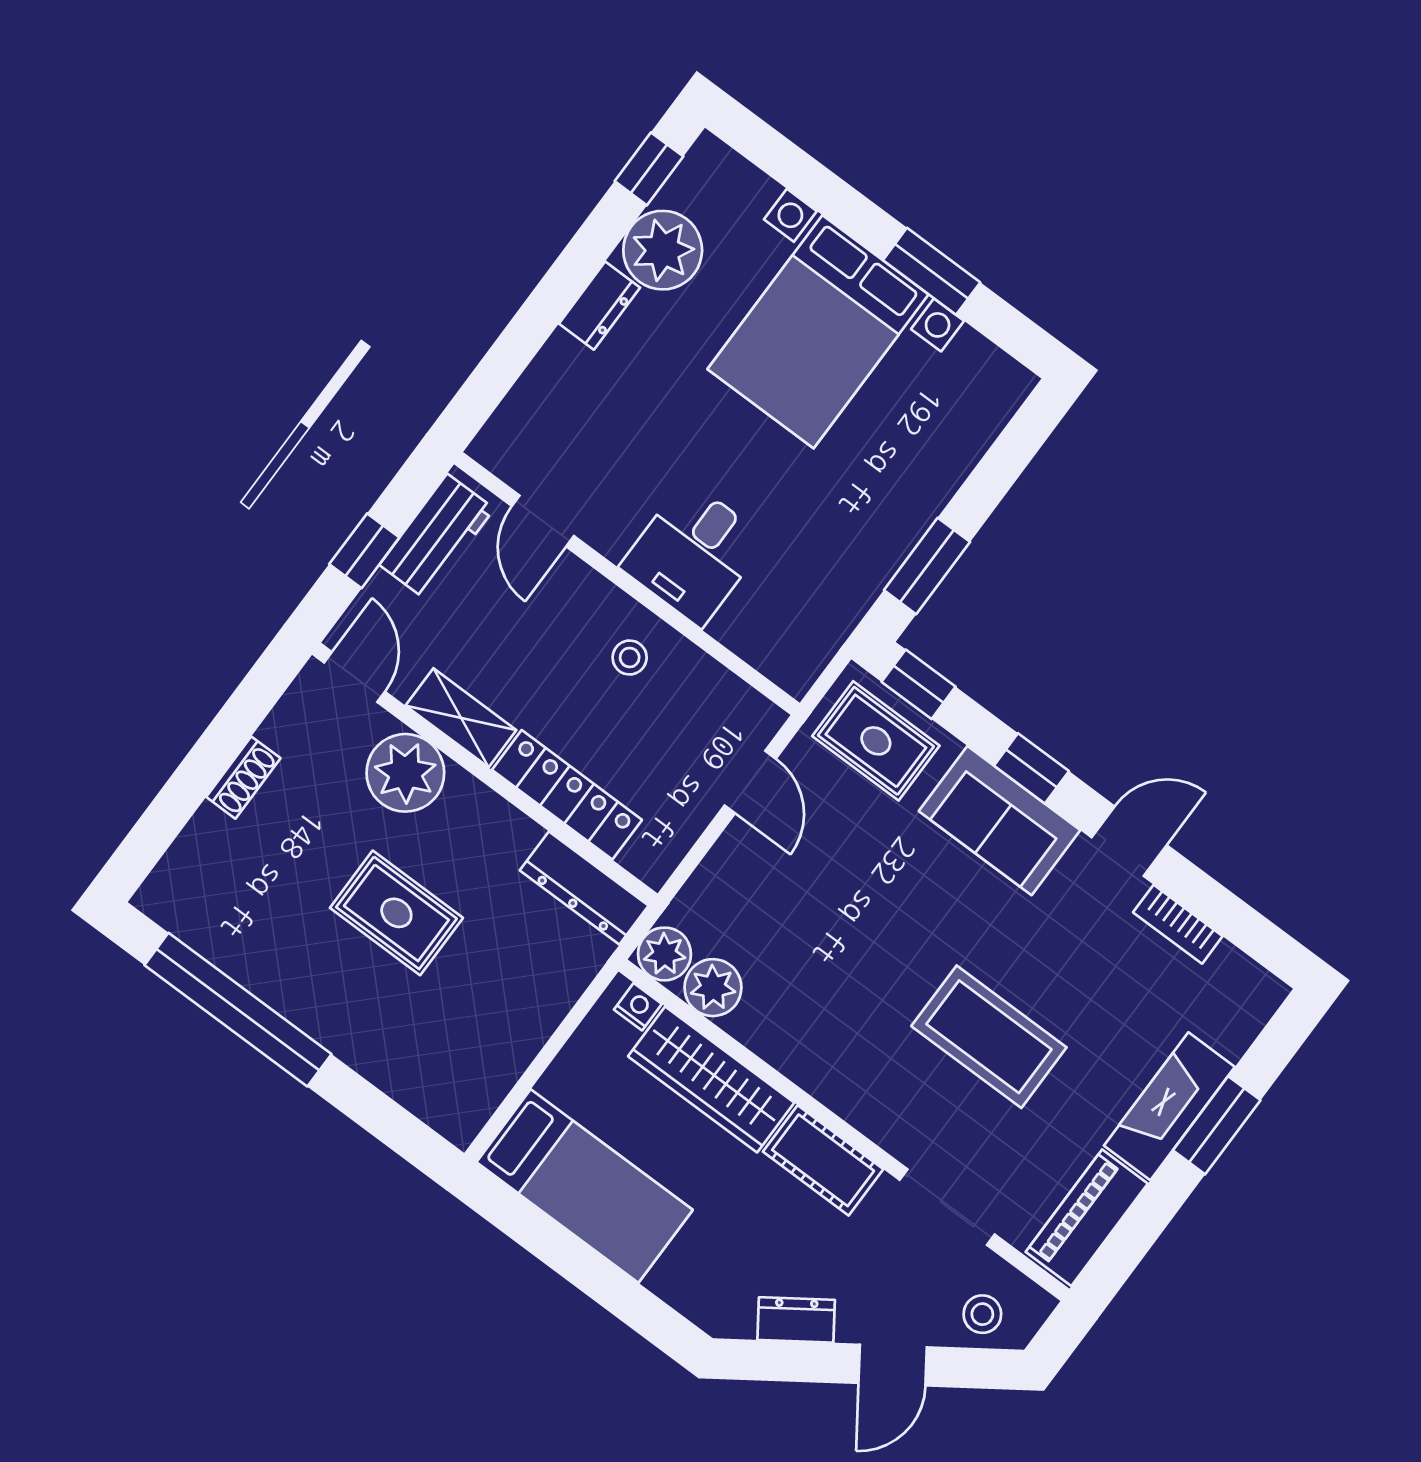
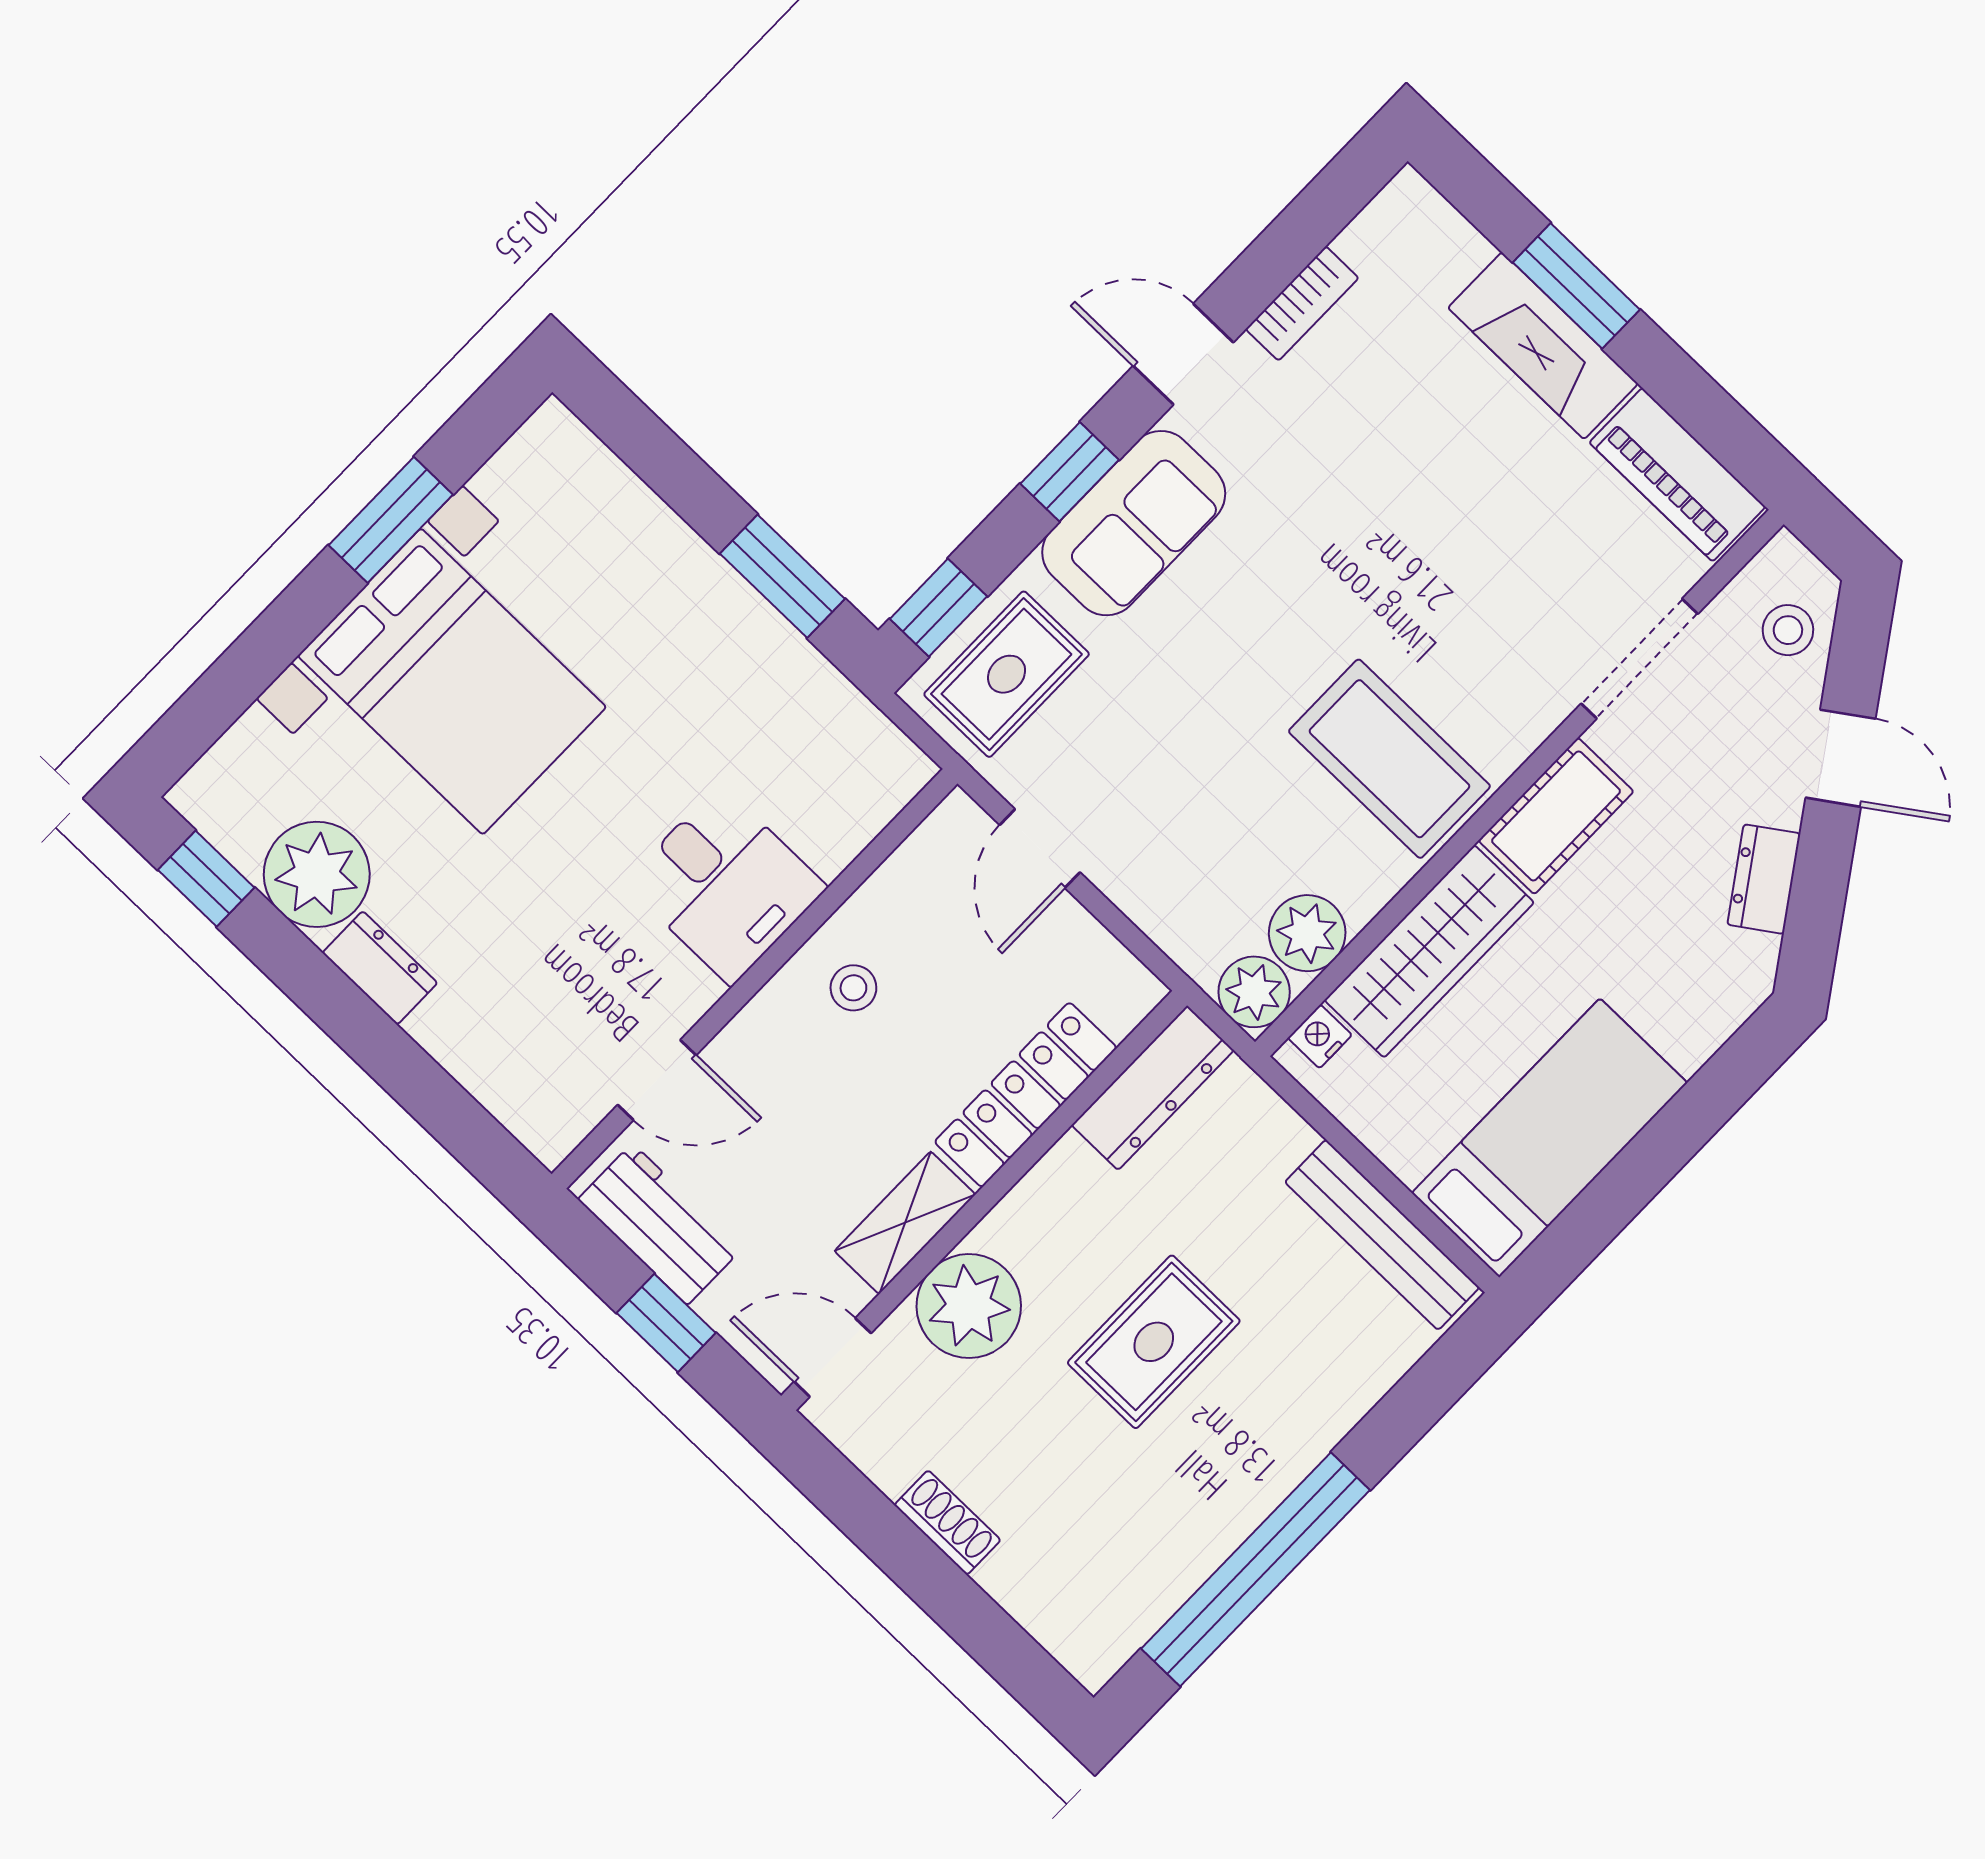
door: (750, 782) -> (1040, 849), swing flipped
door: (1129, 841) -> (1183, 354), hinge flipped
coffee table: (989, 1037) -> (1389, 759), moved, turned 90
bench: (497, 1072) -> (1382, 1235), added

